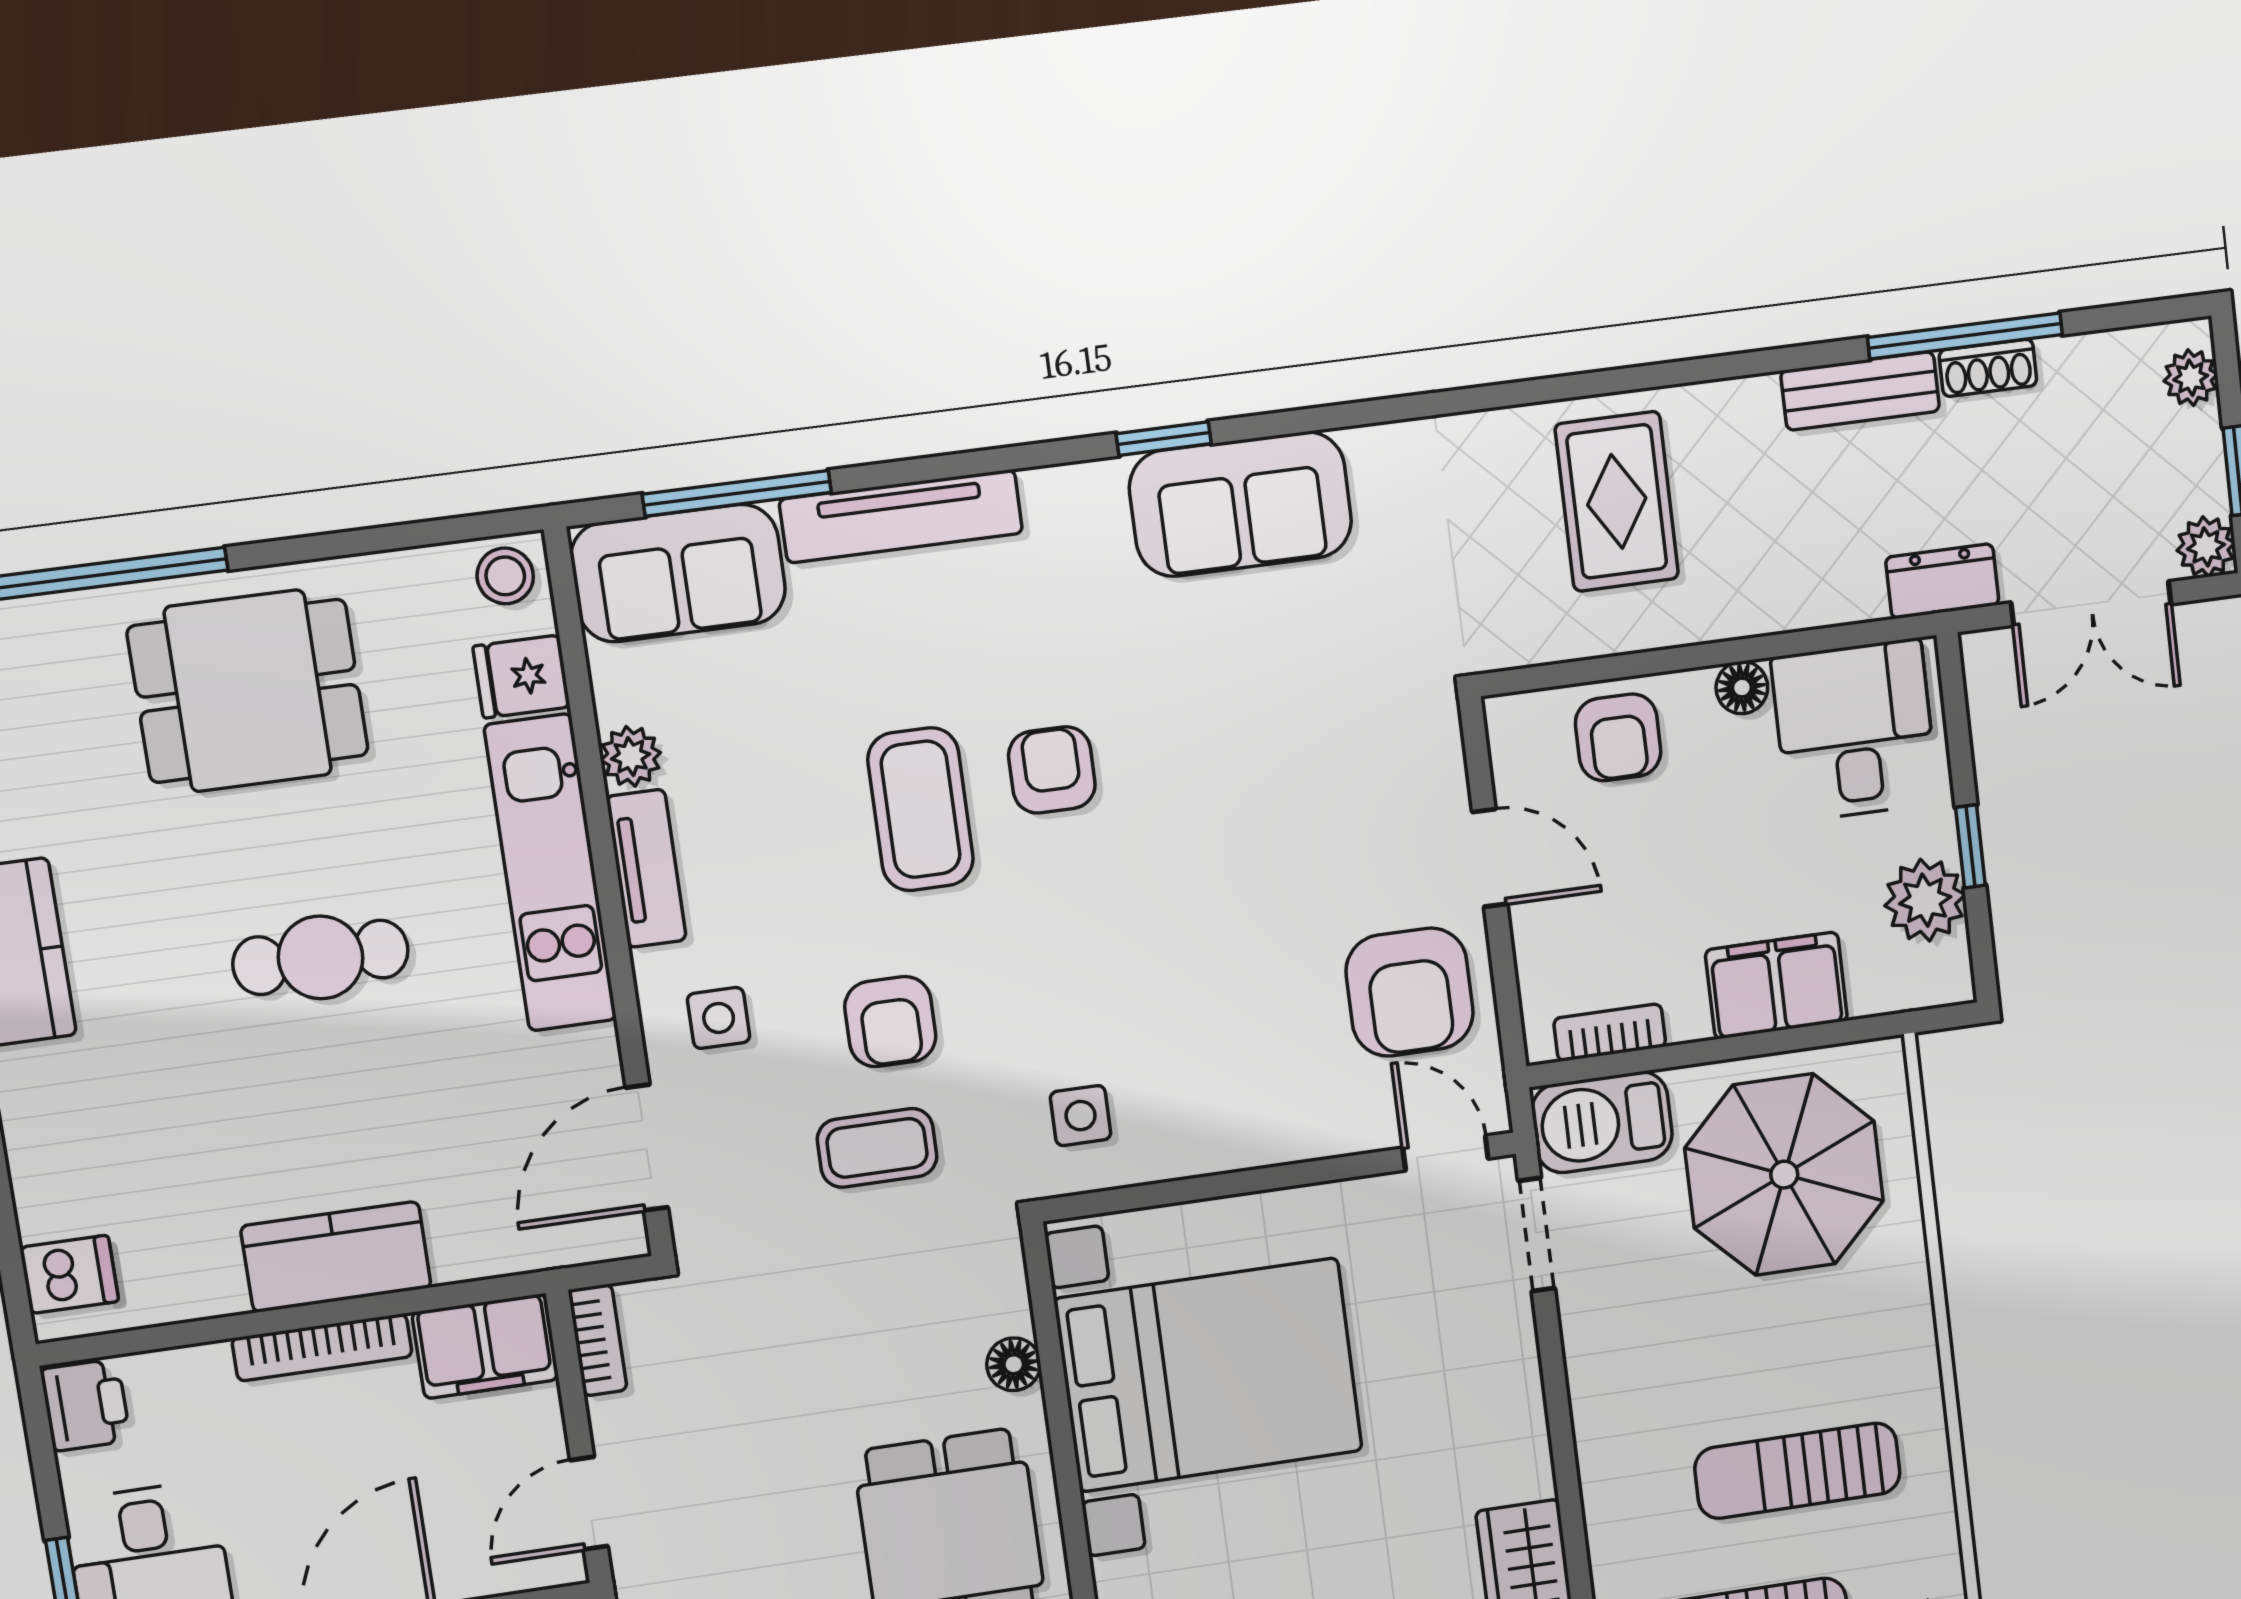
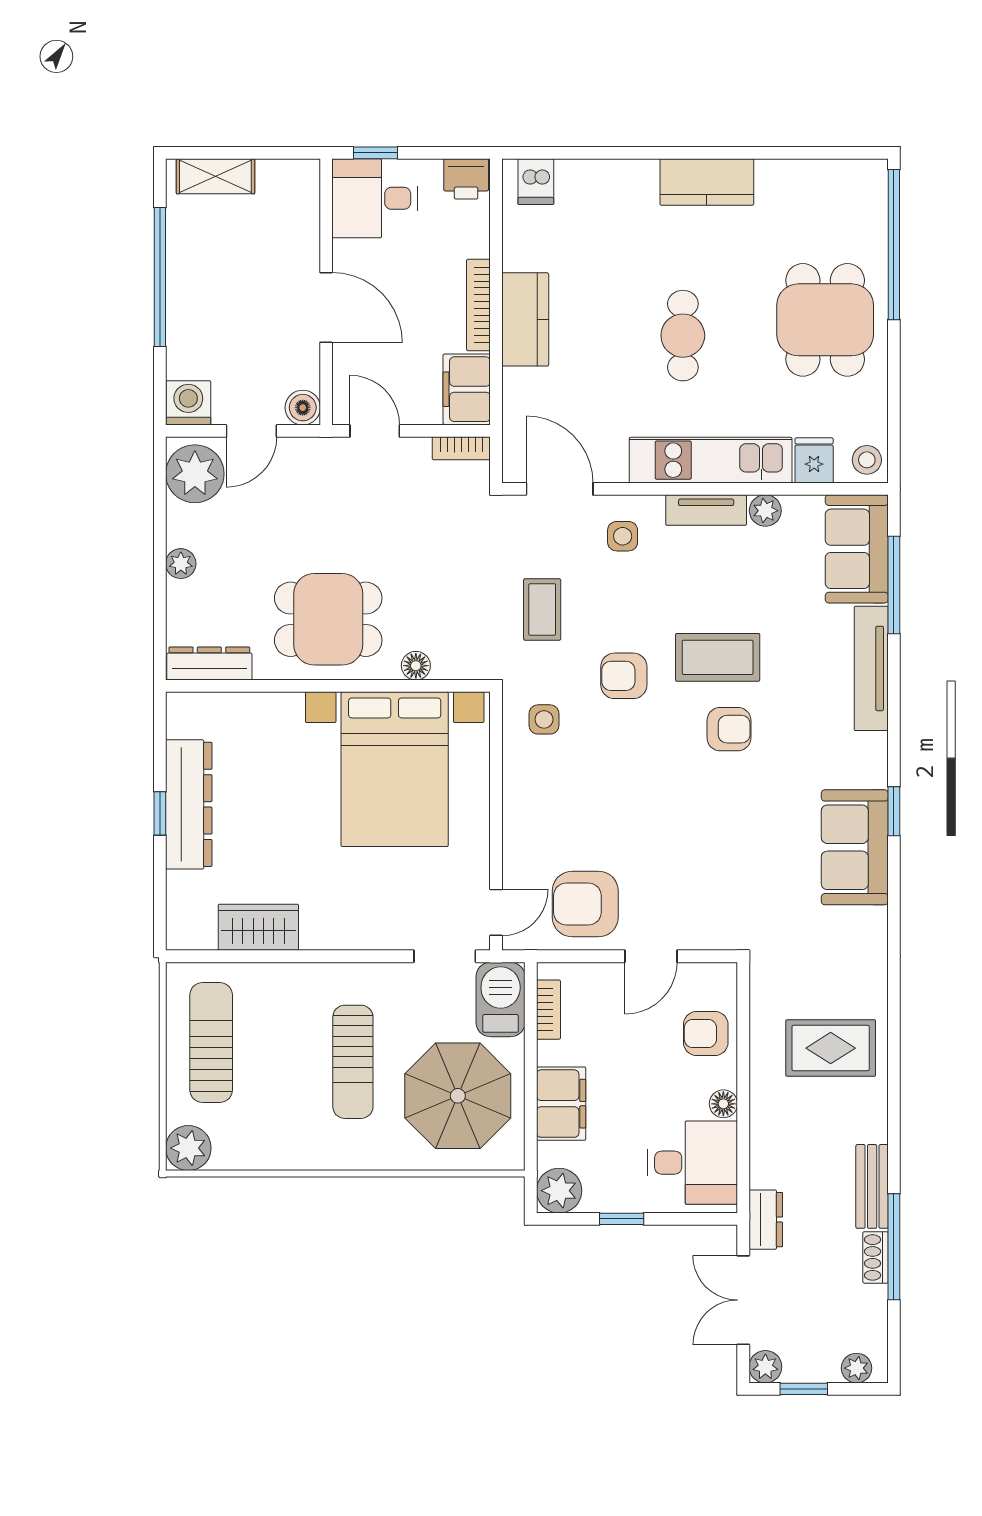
plant: (1925, 900) -> (559, 1191), moved
armchair: (890, 1022) -> (624, 676), moved
sun lounger: (1798, 1471) -> (353, 1062), moved, turned 180

